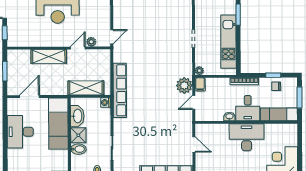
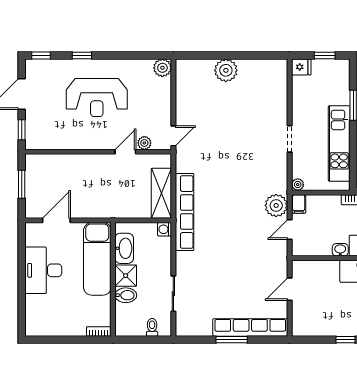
shelving: (49, 57) -> (84, 164), removed
shelving: (86, 88) -> (161, 193), moved, turned 90
door: (194, 144) -> (290, 289), swing flipped

